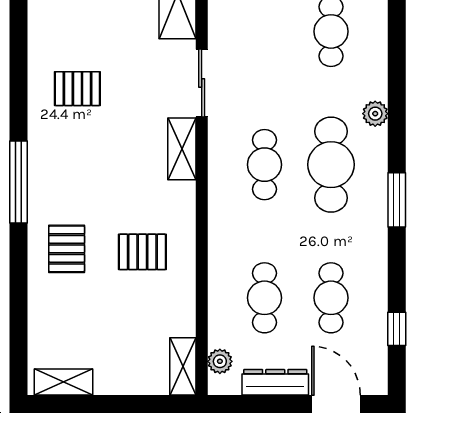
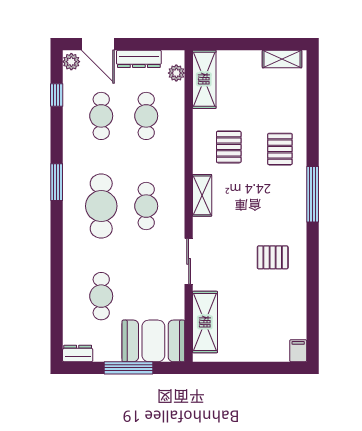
plant: (375, 114) -> (71, 62), moved
shelving: (182, 149) -> (202, 195), moved
pallet: (142, 252) -> (229, 147), turned 90
shelving: (183, 366) -> (204, 79), width x1.50, depth x1.33

